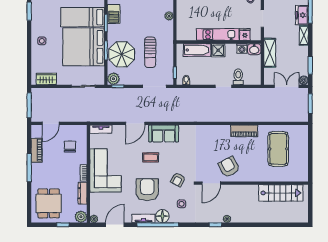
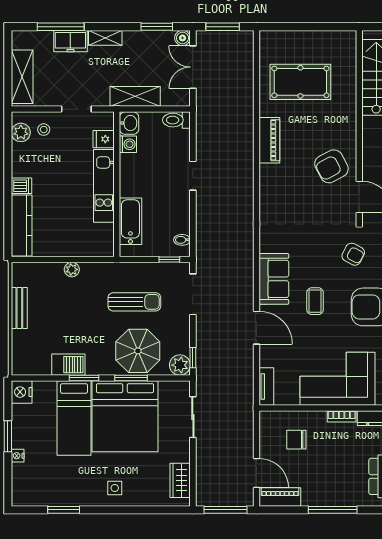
shower: (218, 50) -> (131, 185), removed
toilet: (238, 77) -> (176, 120), moved
piano: (37, 150) -> (280, 497), moved

